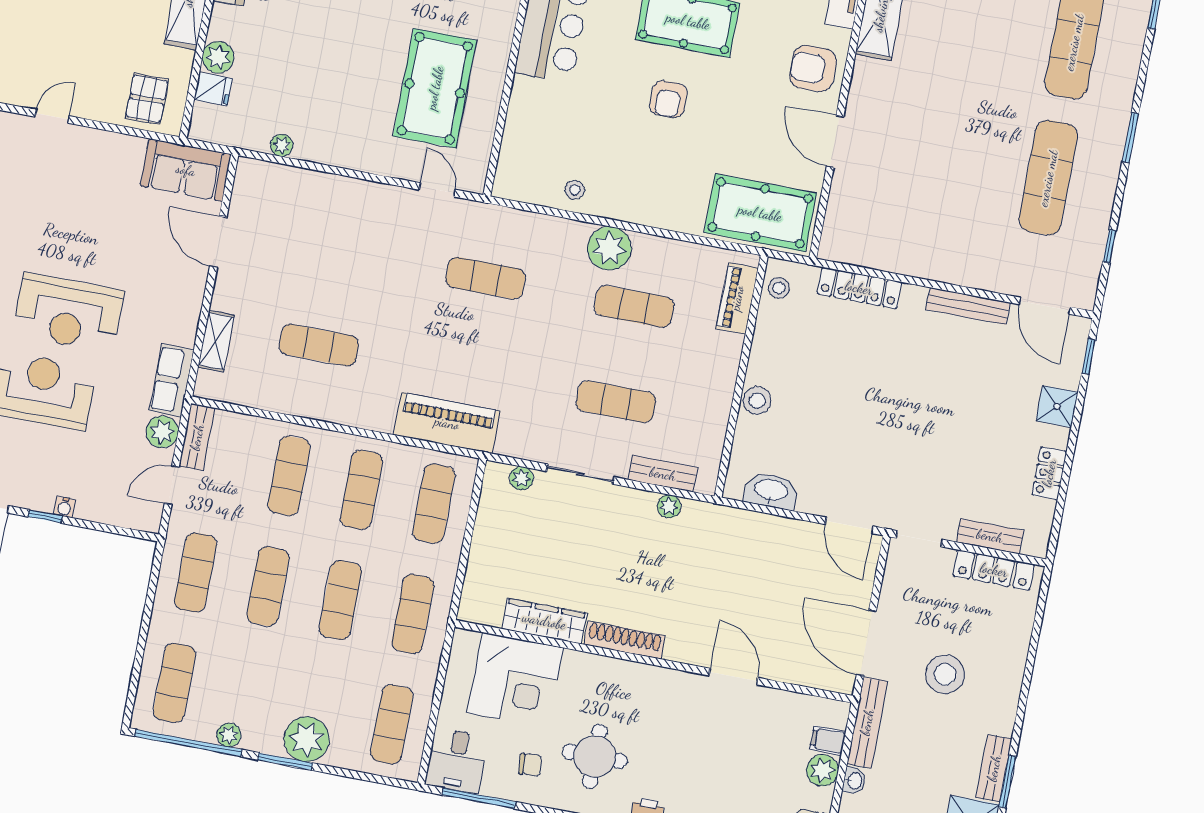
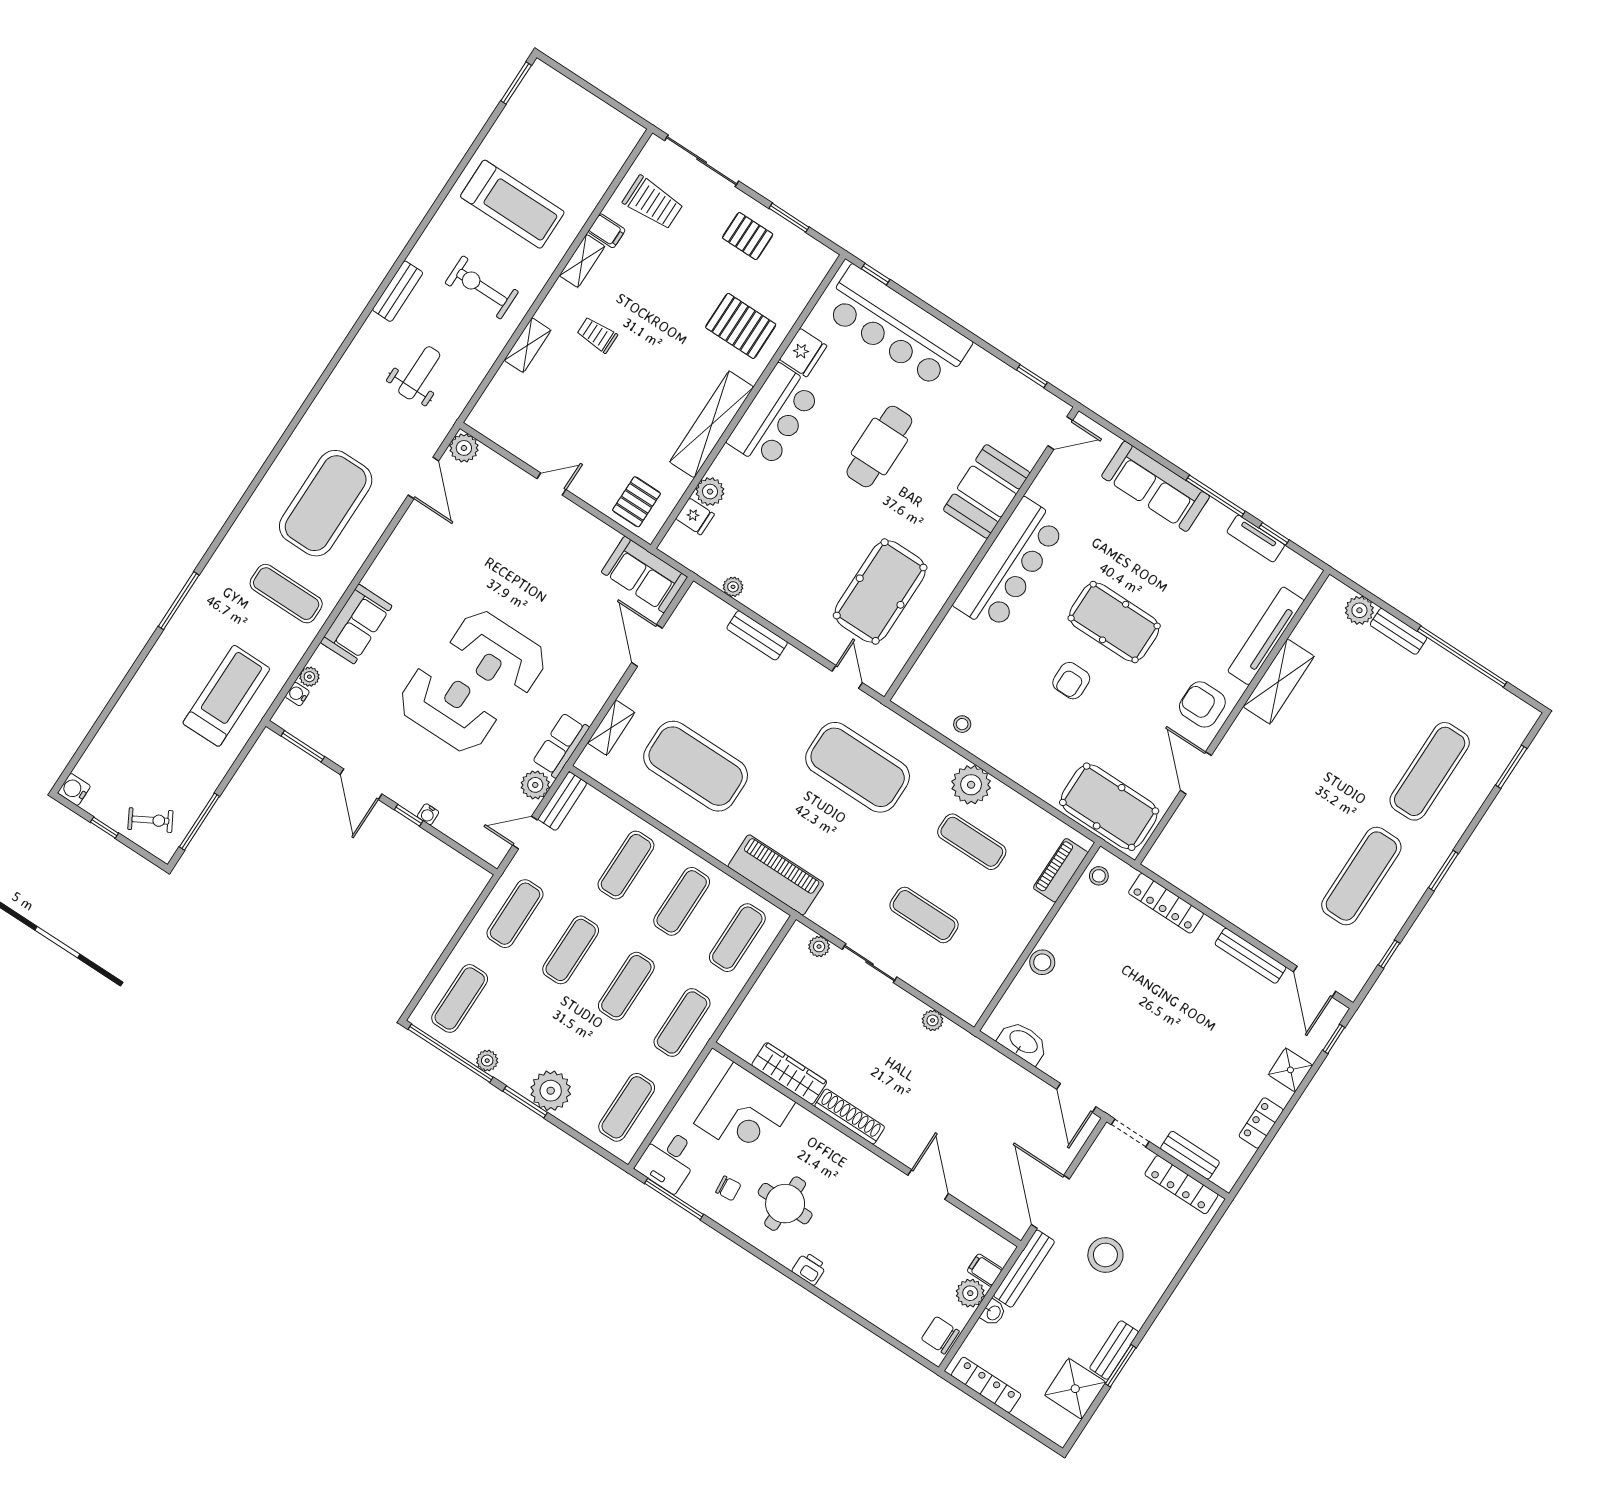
exercise mat: (486, 278) -> (858, 767), width x2.00, depth x1.45
exercise mat: (319, 345) -> (696, 766), width x2.00, depth x1.45
bench: (663, 474) -> (757, 635), moved

